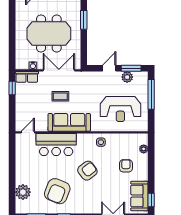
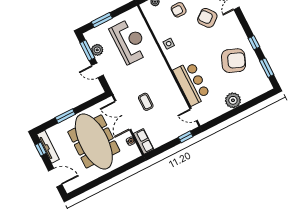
meeting table: (49, 33) -> (94, 141), width x1.36
window: (12, 88) -> (186, 137), moved
window: (151, 94) -> (102, 20), width x0.69
sofa: (69, 122) -> (165, 82), removed
armchair: (87, 171) -> (207, 18), moved
plant: (23, 192) -> (233, 100), moved

